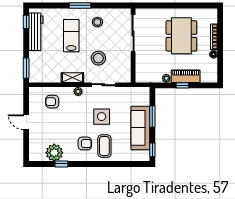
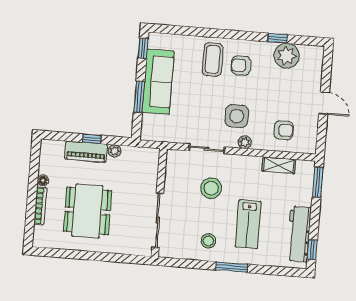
shelving: (72, 78) -> (279, 165), moved
side table: (102, 117) -> (237, 116), moved

